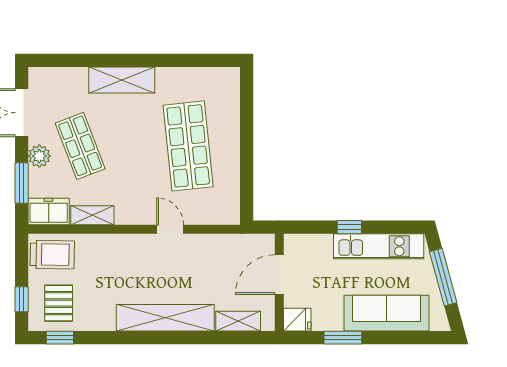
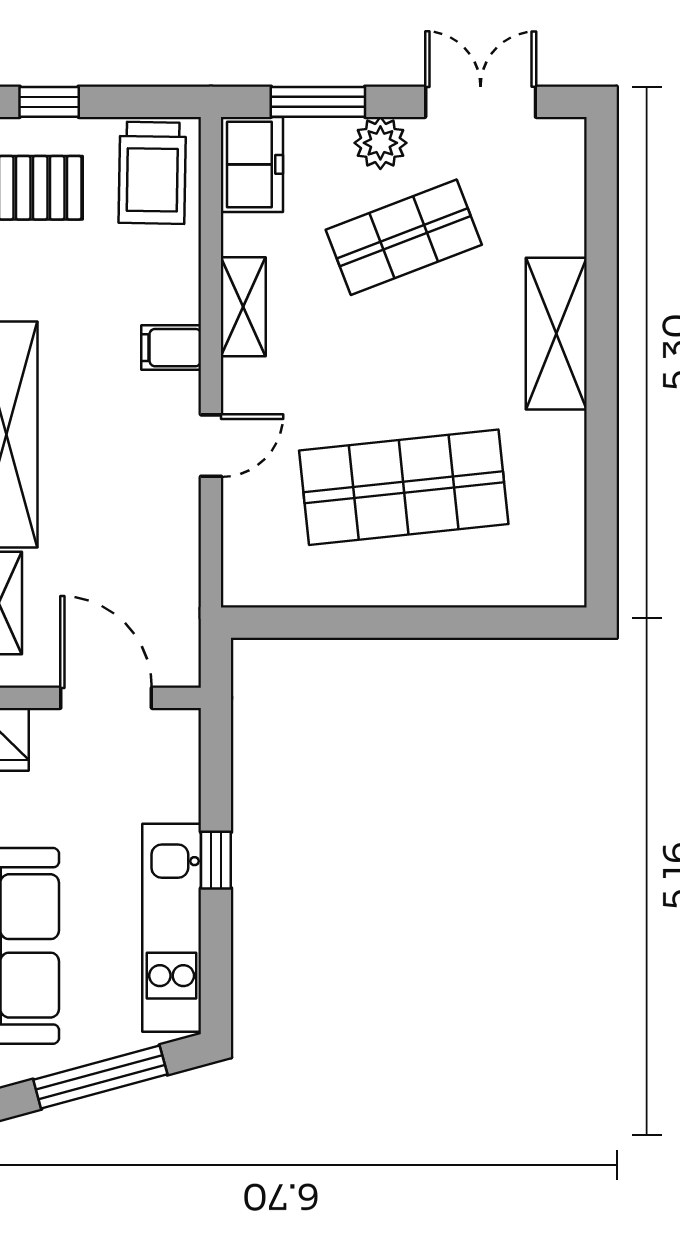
shelving: (92, 215) -> (243, 307), moved
filing cabinet: (128, 247) -> (171, 348), added

